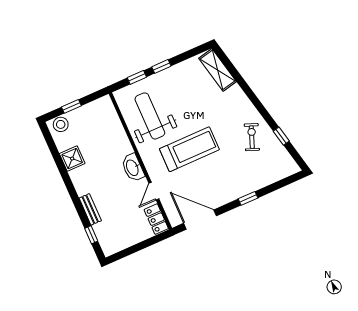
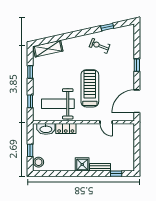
window: (161, 66) -> (30, 72), moved
shower: (72, 159) -> (82, 164), moved
washbasin: (133, 168) -> (46, 129), moved
locker: (156, 219) -> (66, 129), moved

